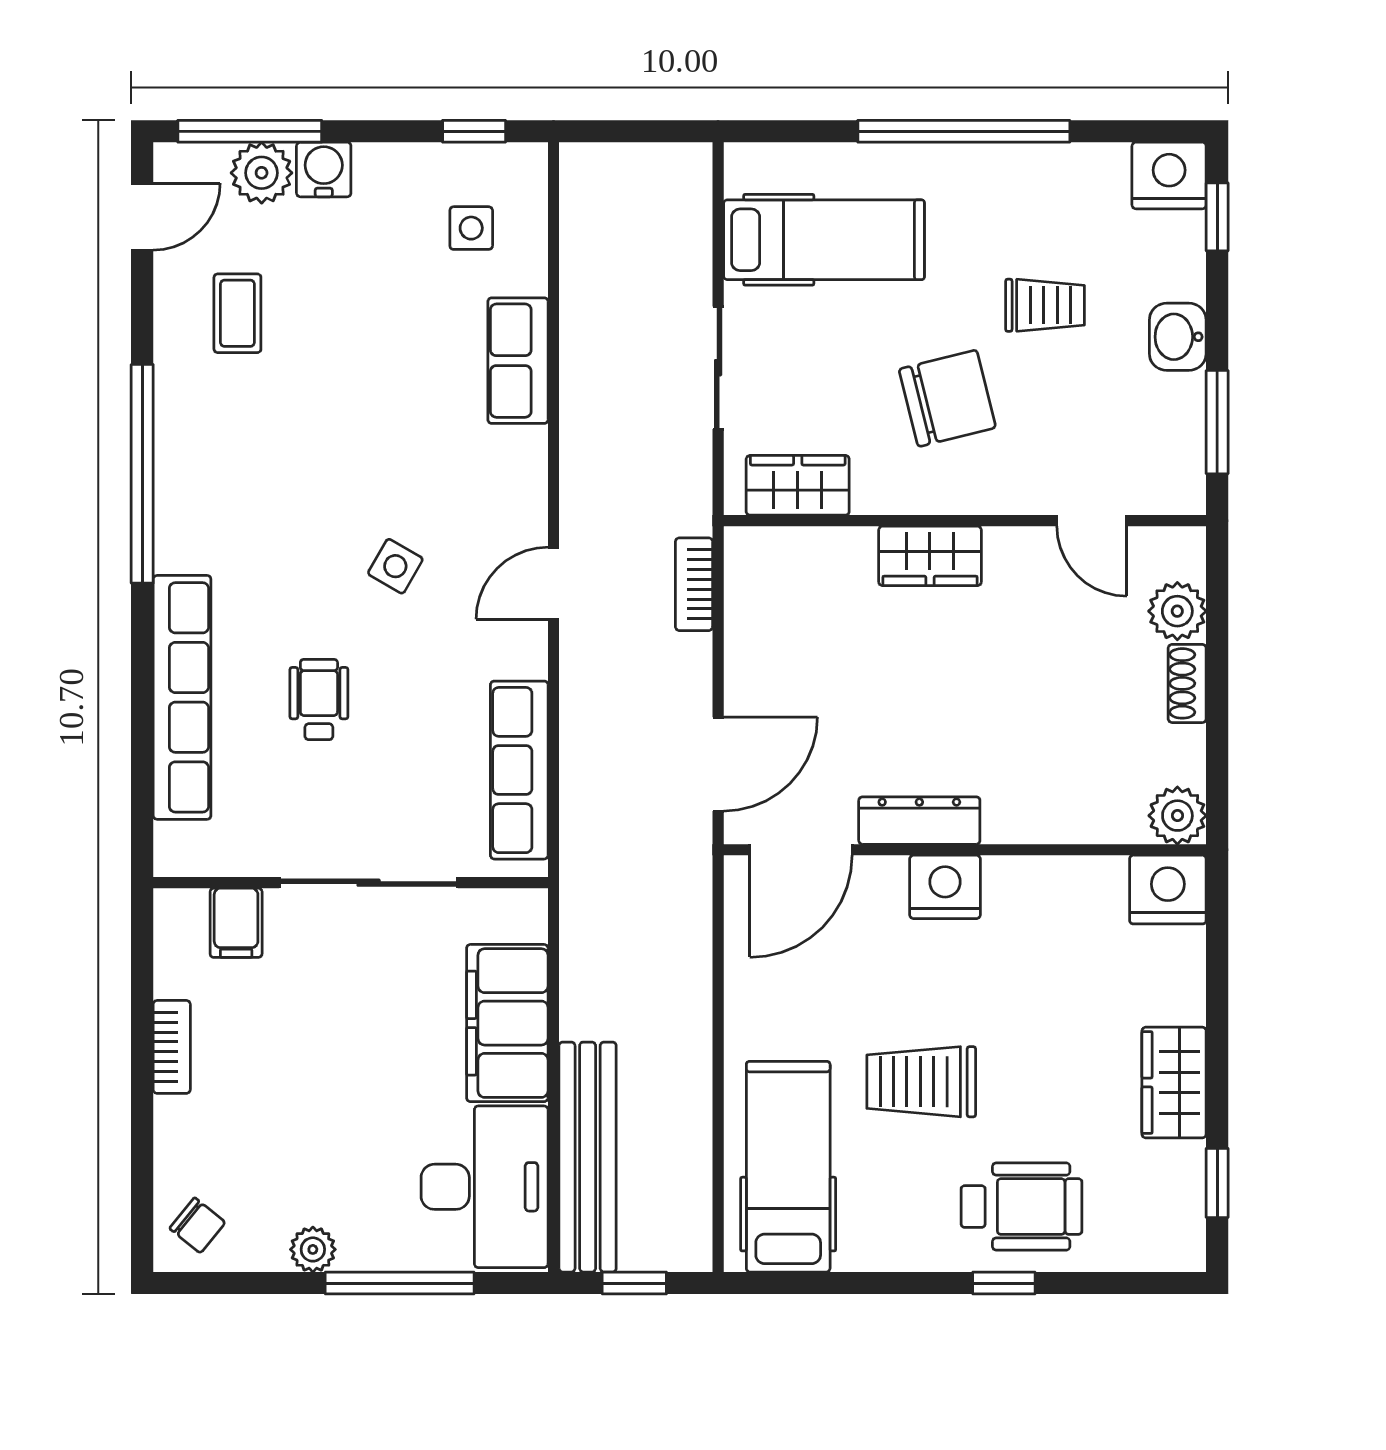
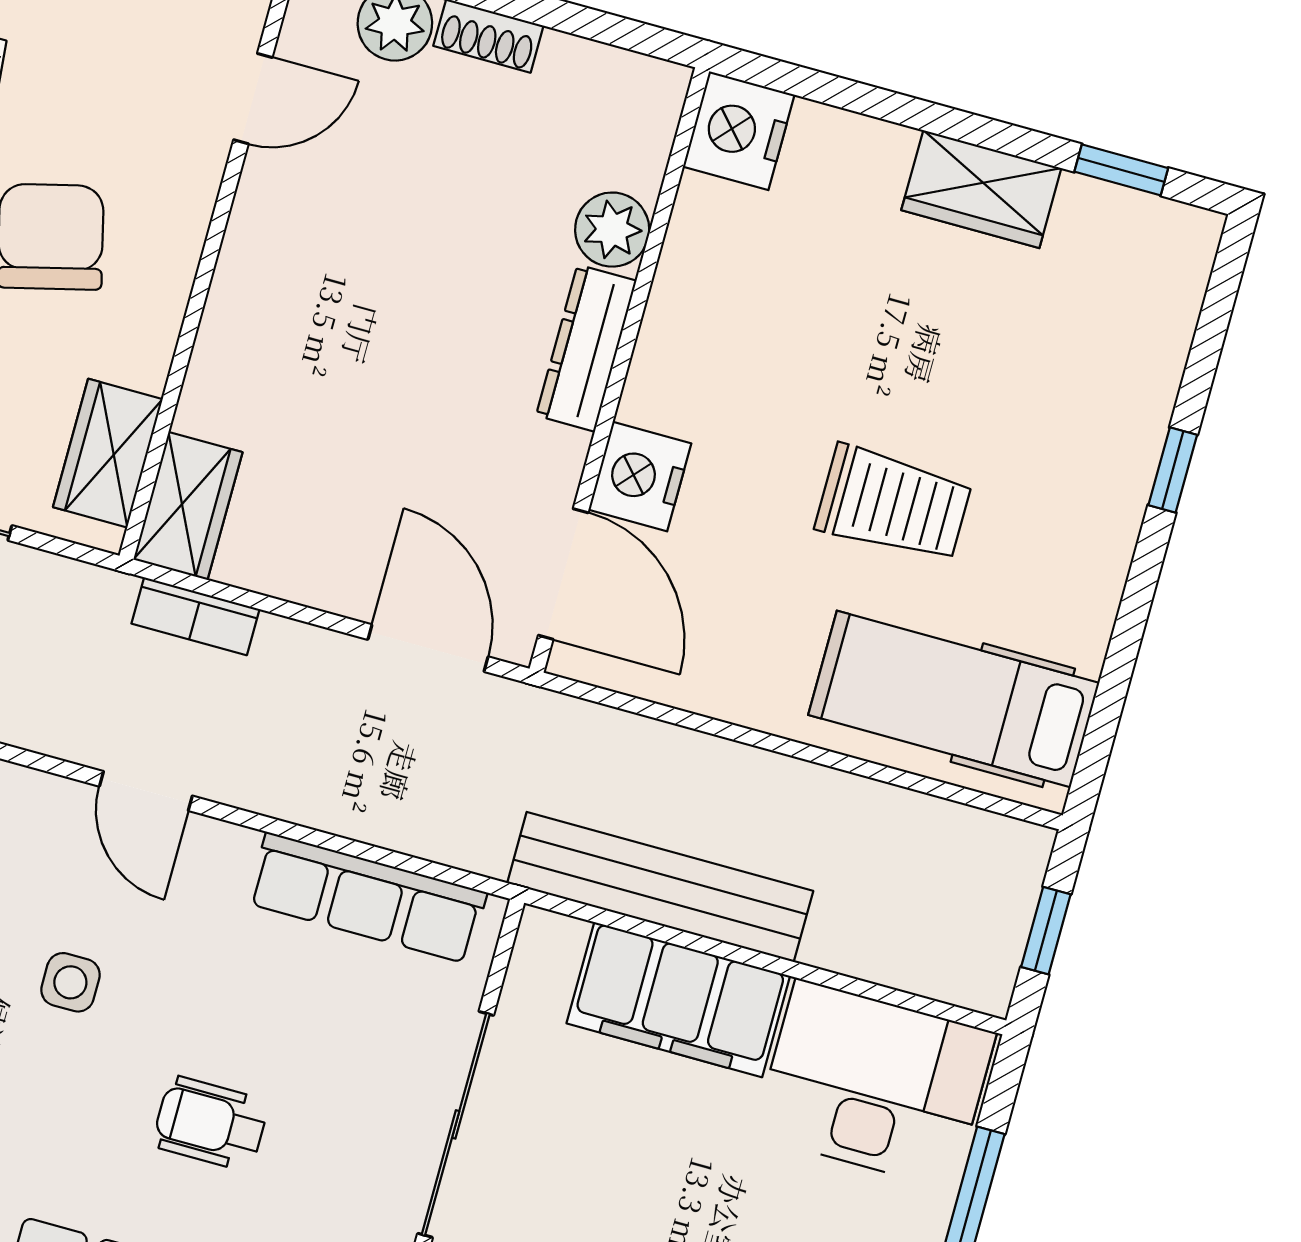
wardrobe: (930, 556) -> (188, 506), moved
side table: (395, 566) -> (70, 982), turned -30
plant: (1177, 816) -> (612, 230), moved
dresser: (919, 821) -> (586, 348), moved
nightstand: (945, 887) -> (640, 477), moved
trolley: (921, 1082) -> (894, 504), turned -90
bench: (588, 1157) -> (660, 887), moved
wheelchair: (1022, 1207) -> (1083, 422), removed

